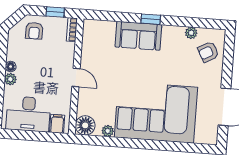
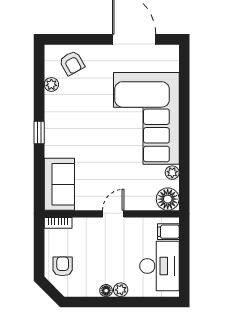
window: (55, 12) -> (39, 244), removed
armchair: (34, 31) -> (63, 266), turned -90
sofa: (138, 36) -> (59, 184), moved

